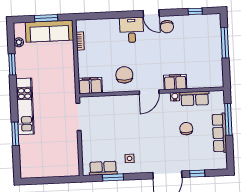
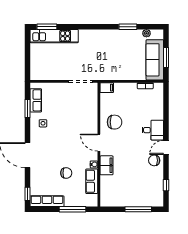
filing cabinet: (90, 86) -> (107, 88), width x0.50
kitchen unit: (25, 106) -> (54, 36), moved
row of seats: (219, 133) -> (47, 201), moved
window: (15, 134) -> (47, 27), moved
window: (197, 174) -> (27, 194), moved

